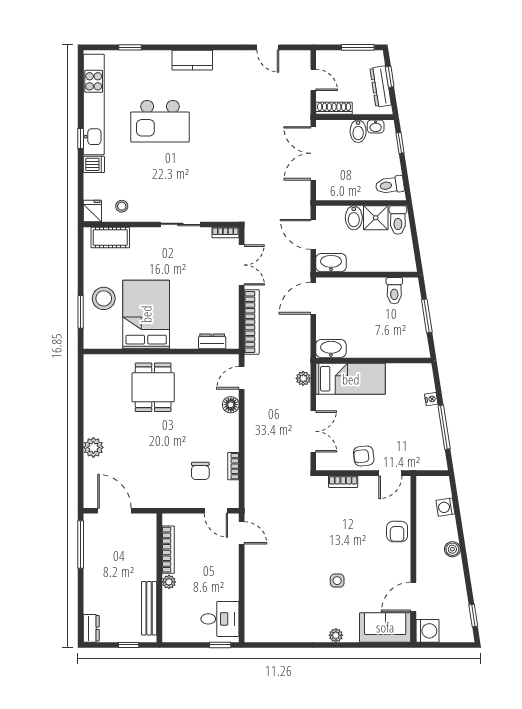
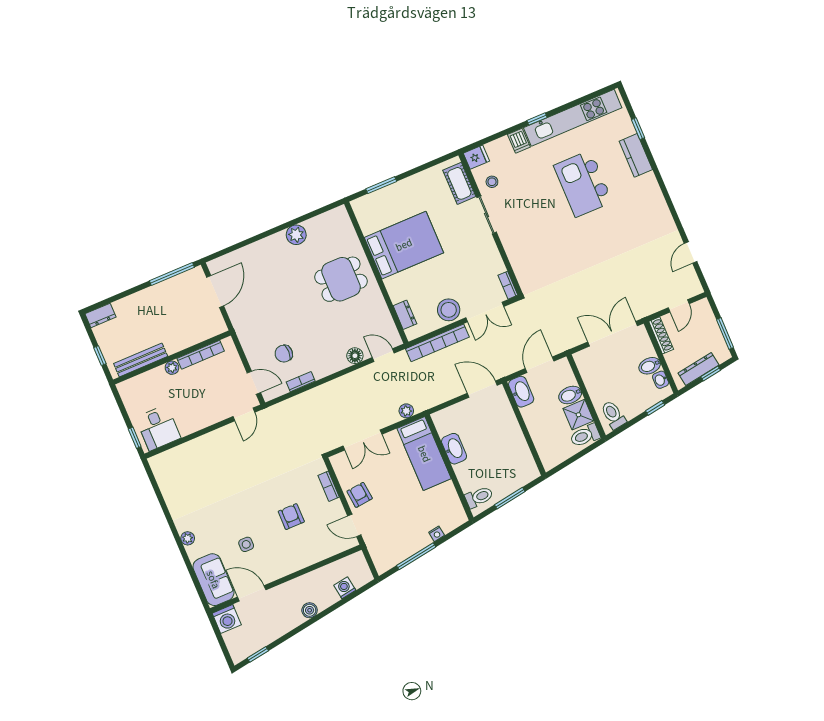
kitchen counter: (192, 60) -> (636, 155), moved
sliding door: (180, 224) -> (487, 215), moved
toilet: (394, 291) -> (479, 497), moved, turned 180
stool: (104, 298) -> (449, 310), moved
washbasin: (331, 349) -> (454, 449), moved
plant: (93, 447) -> (296, 235), moved
door: (216, 511) -> (254, 383), swing flipped
armchair: (397, 531) -> (291, 517), moved, turned 90
side table: (337, 581) -> (246, 544), moved

